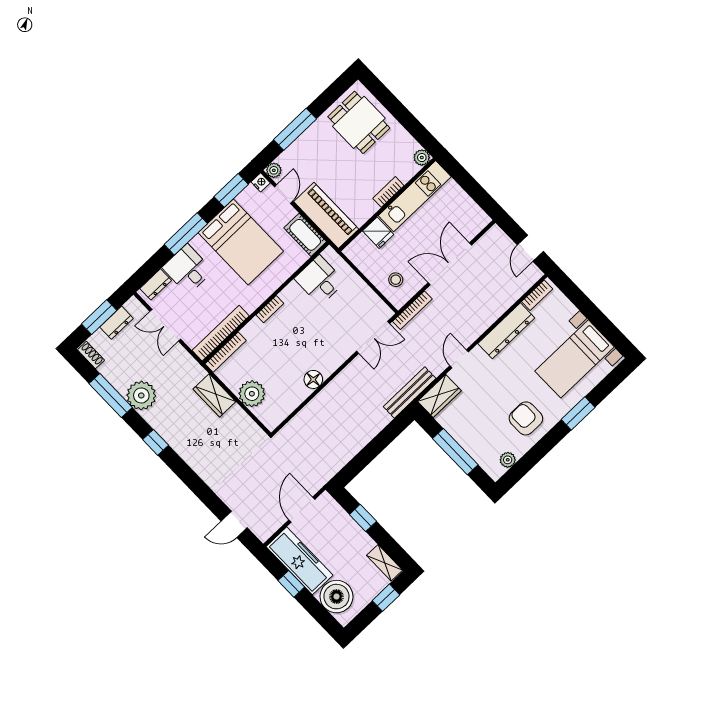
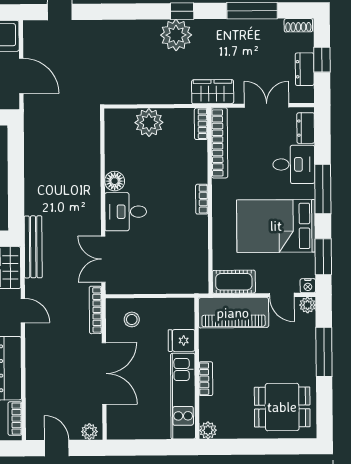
plant: (498, 237) -> (89, 432), added
desk: (320, 280) -> (126, 212), moved, turned 180
window: (99, 317) -> (322, 60), width x0.67
bookcase: (226, 352) -> (201, 124), width x0.64
plant: (141, 395) -> (176, 35), moved
wardrobe: (214, 395) -> (213, 92), moved

